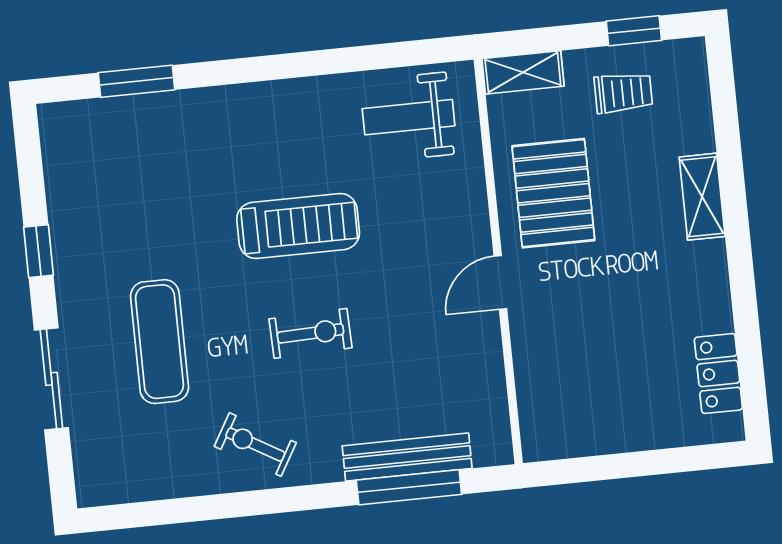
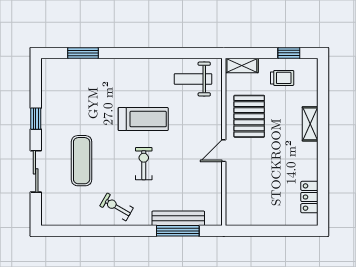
exercise bike: (310, 333) -> (144, 164), turned -88

